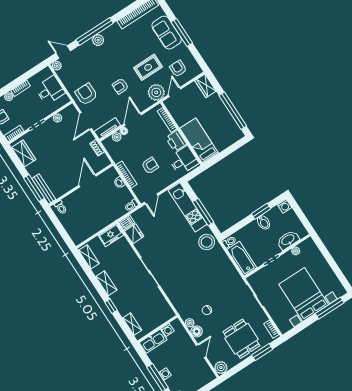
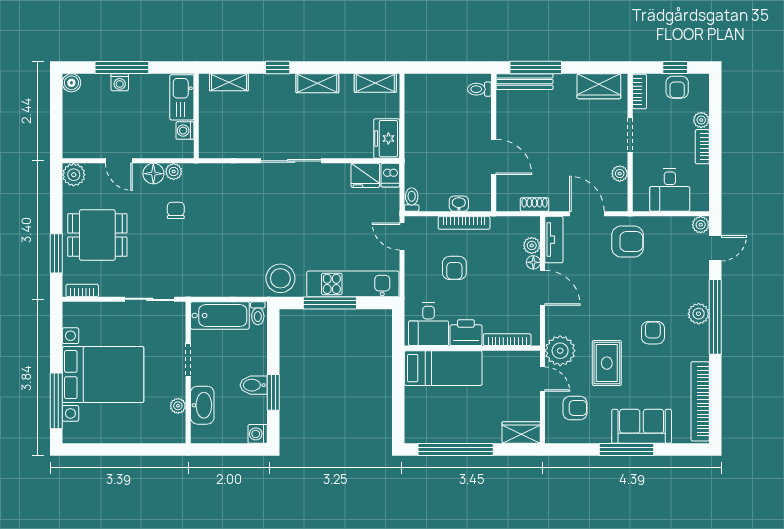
armchair: (120, 86) -> (653, 333), moved

